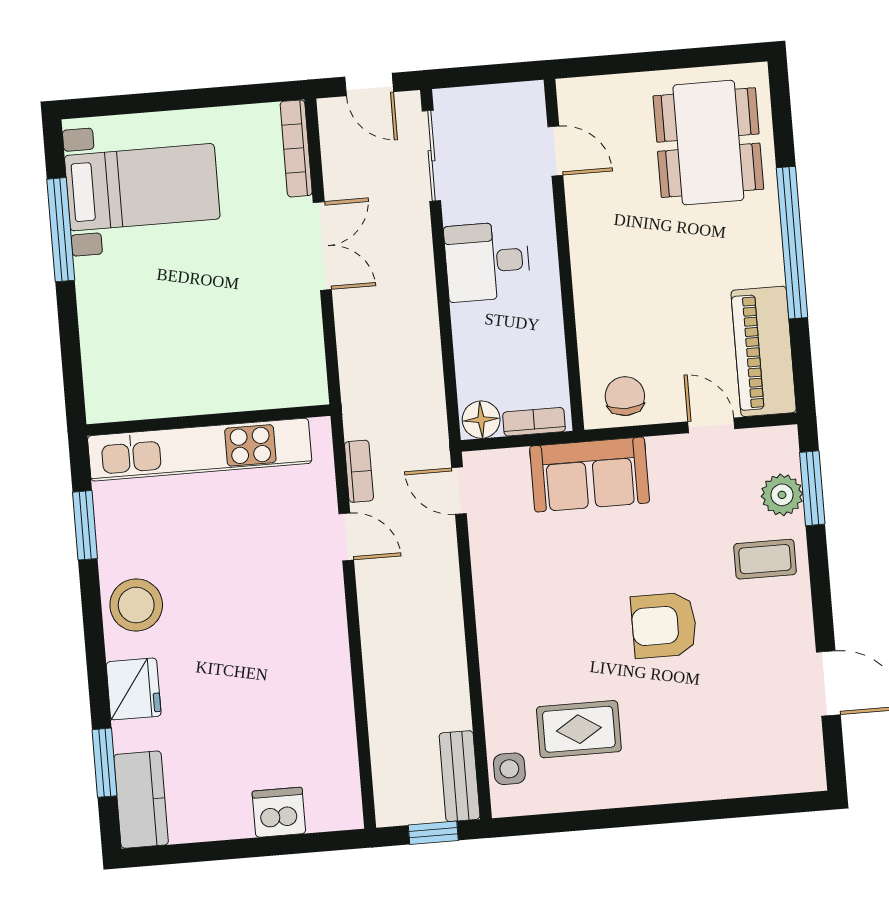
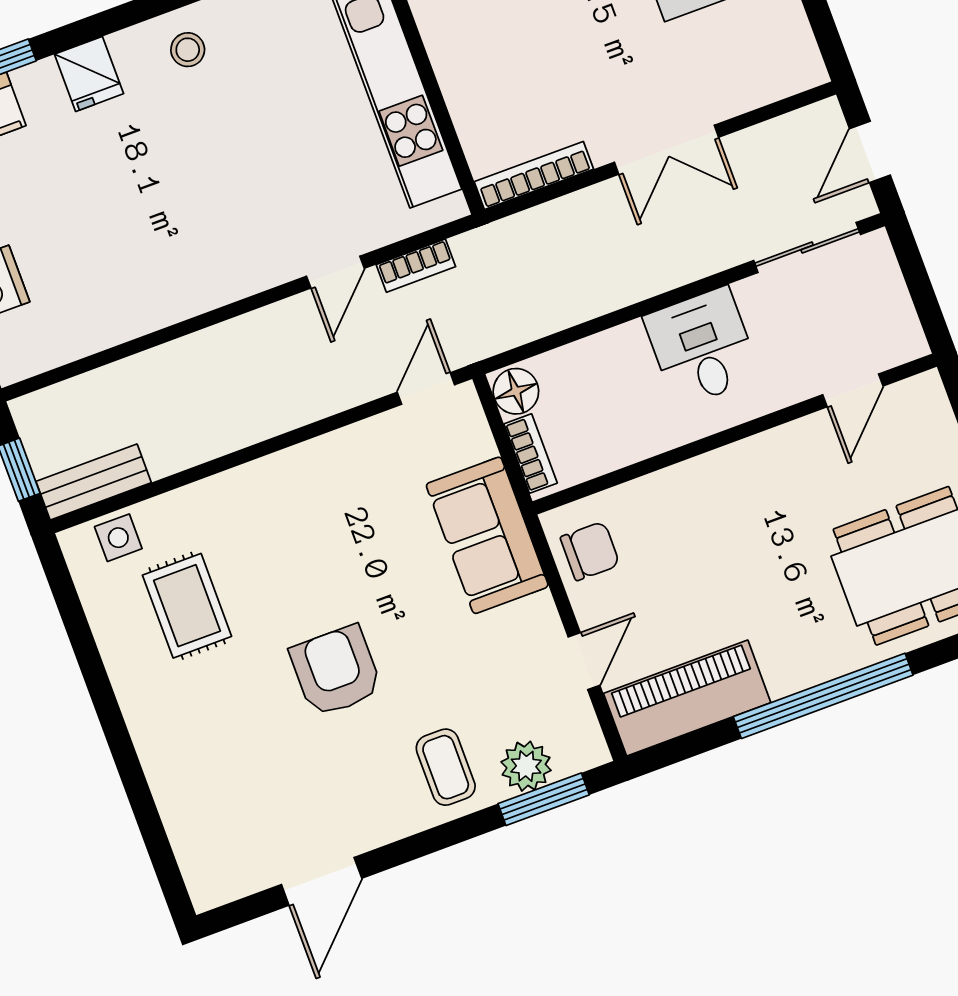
bookcase: (296, 148) -> (534, 175), moved
stool: (136, 605) -> (188, 50), width x0.53, depth x0.53
fridge: (134, 689) -> (89, 74), width x0.72

